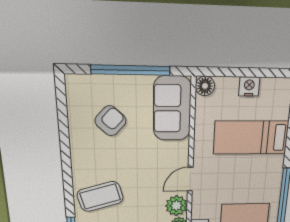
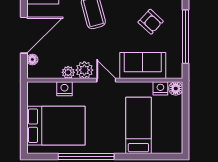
nightstand: (249, 86) -> (160, 88), moved, turned -90
sofa: (172, 109) -> (143, 65), moved

